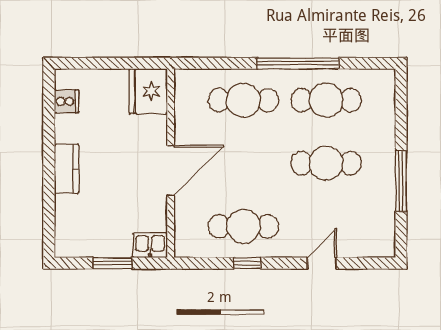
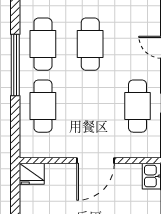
fridge: (148, 91) -> (32, 174), width x0.73, depth x0.75
door: (171, 170) -> (96, 161), swing flipped

